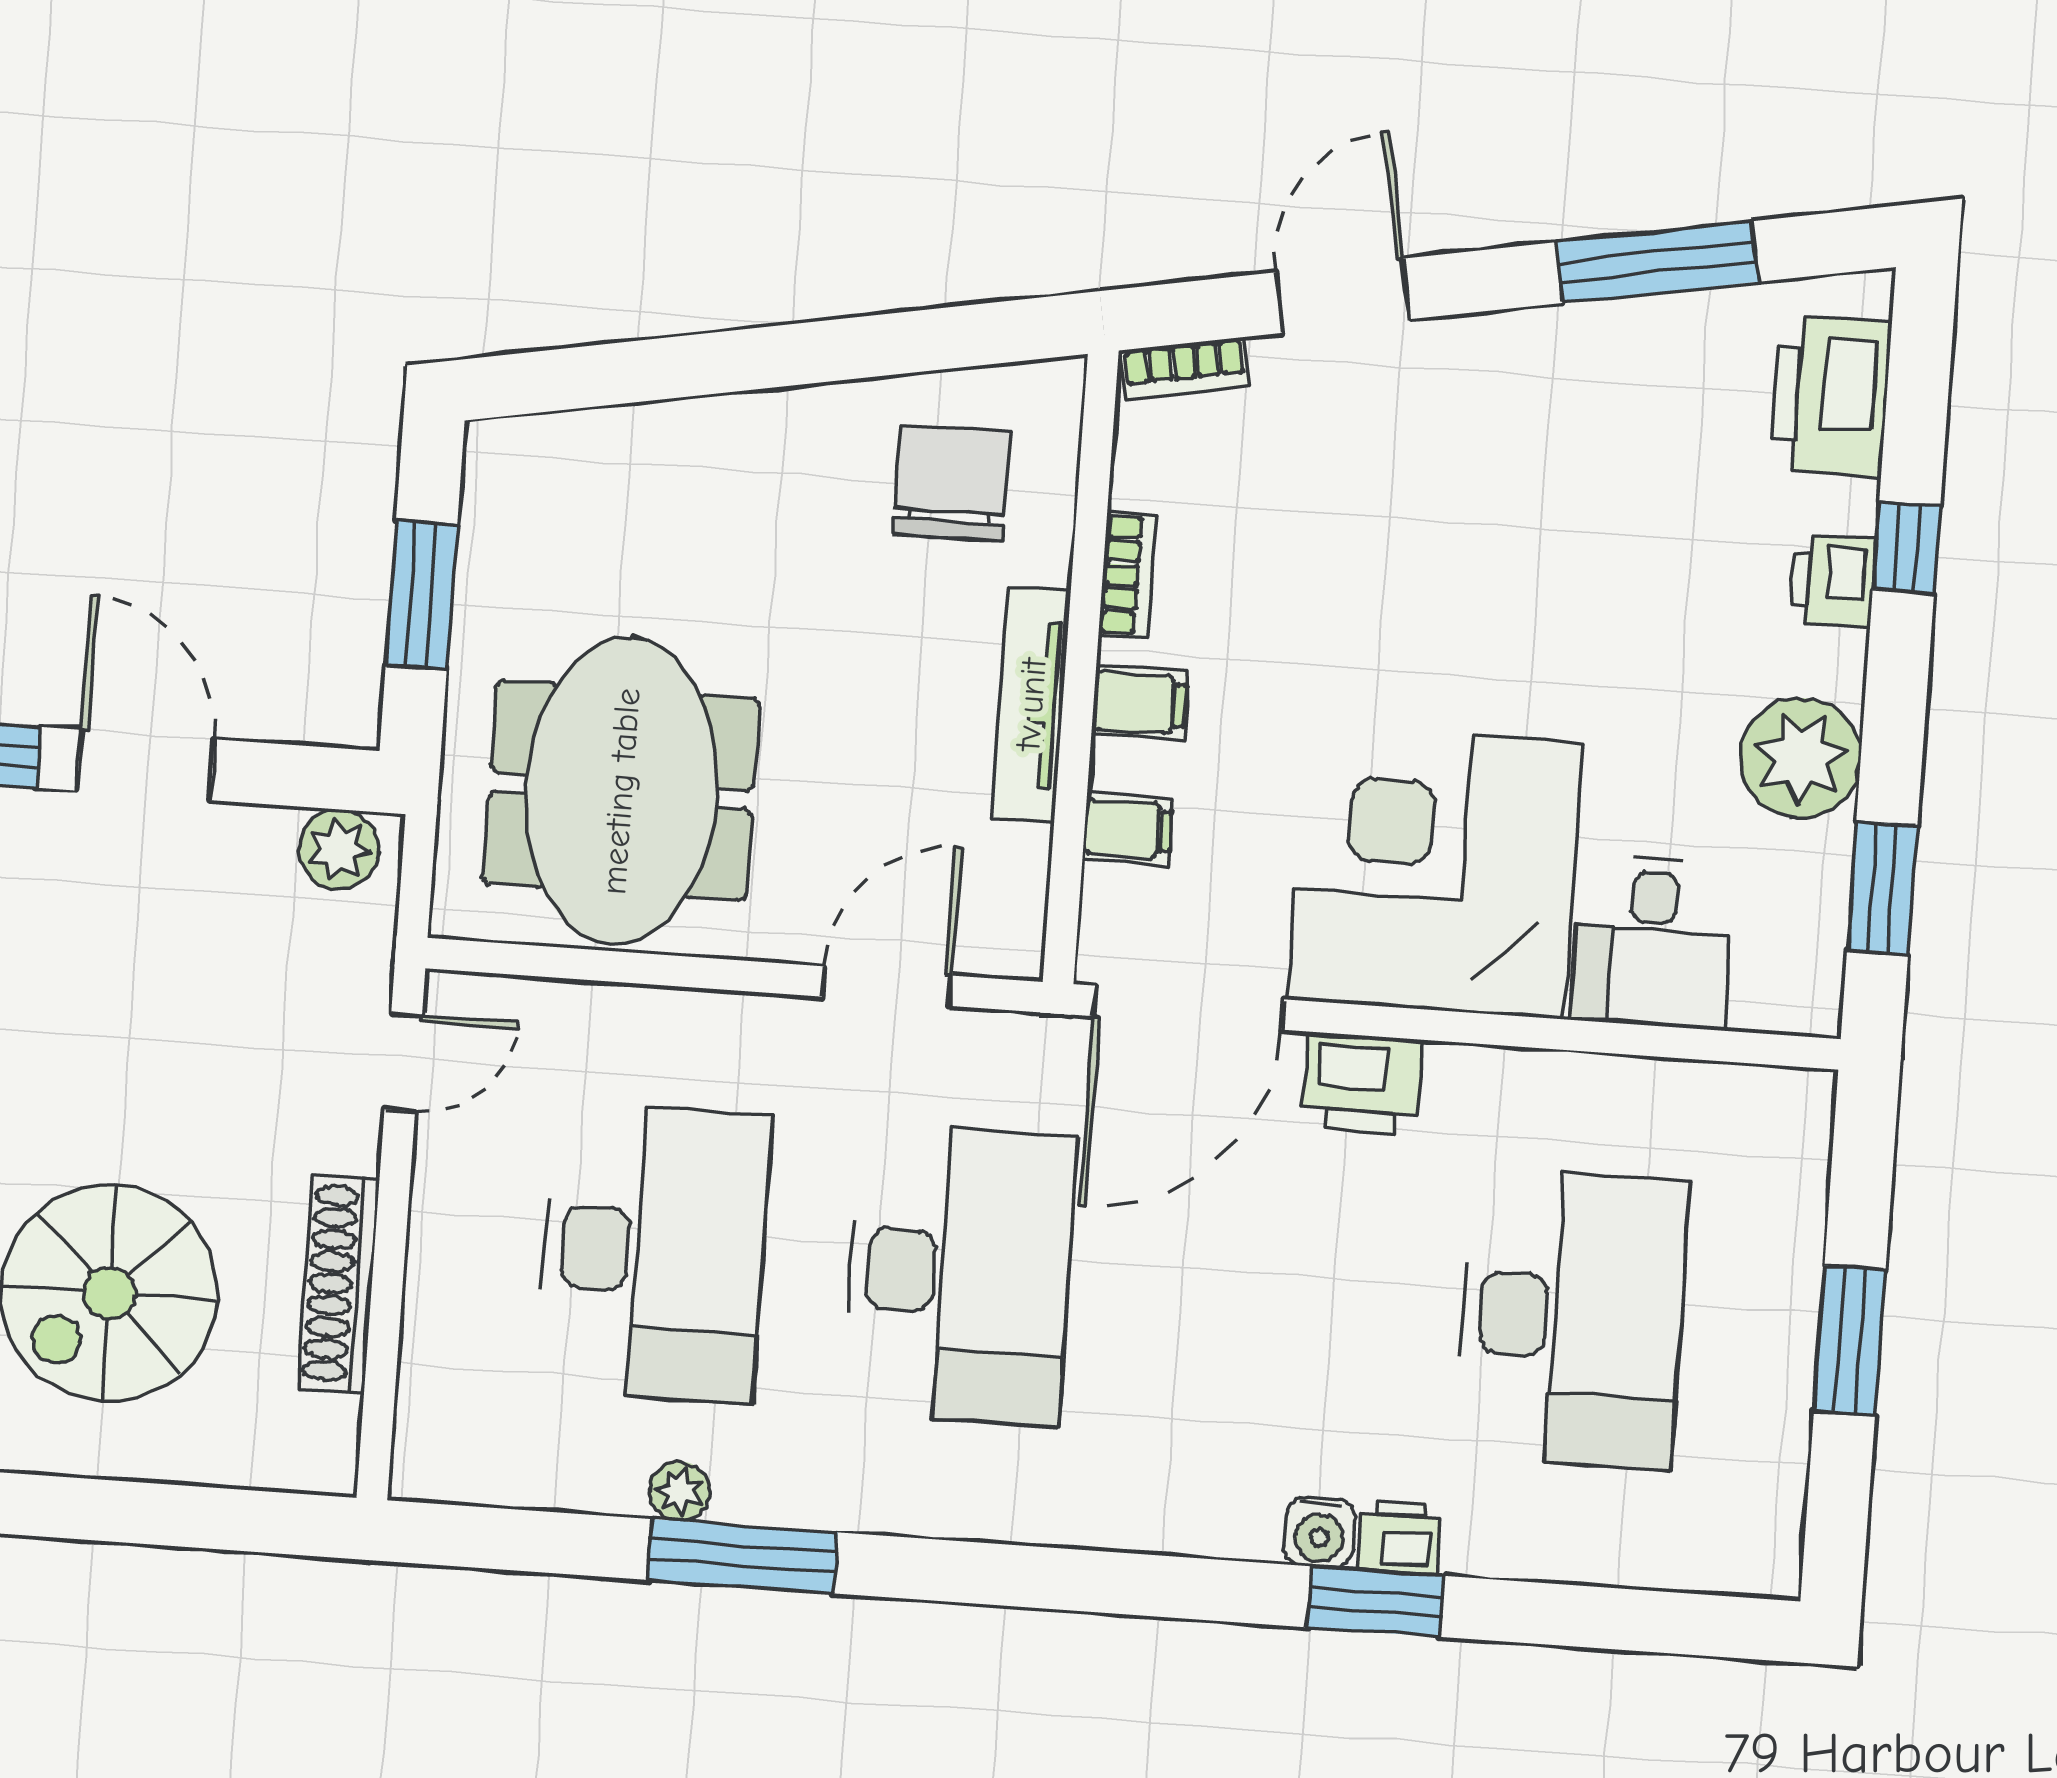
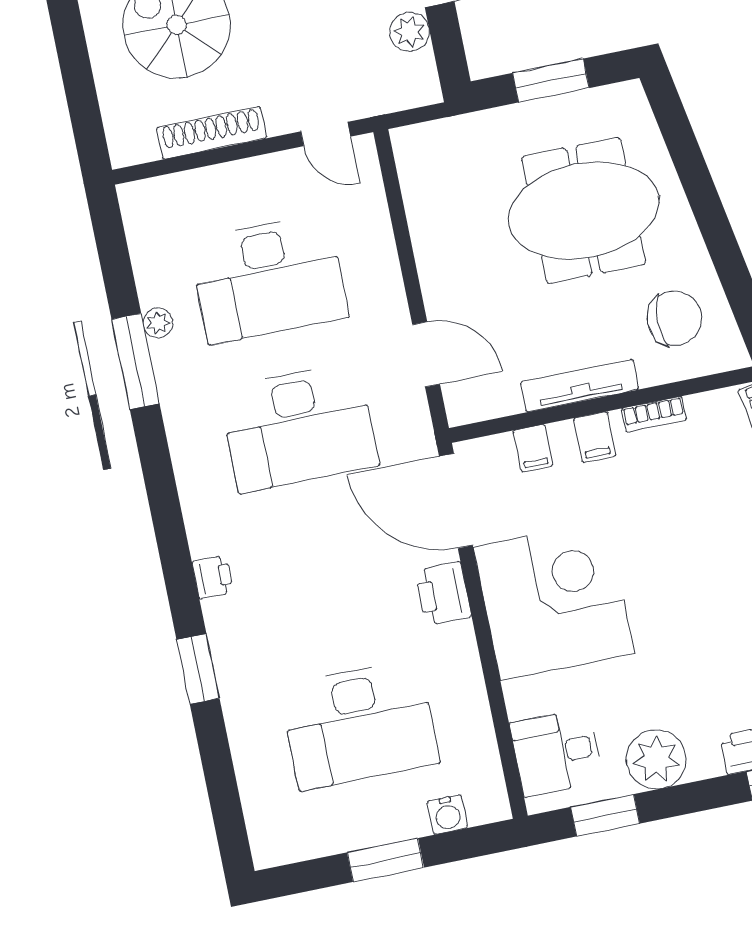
meeting table: (621, 791) -> (584, 210), moved
plant: (339, 849) -> (410, 32), moved
desk: (1652, 942) -> (557, 753), moved
water cooler: (1319, 1532) -> (447, 814), moved, turned -90
printer: (1400, 1537) -> (213, 577), moved

